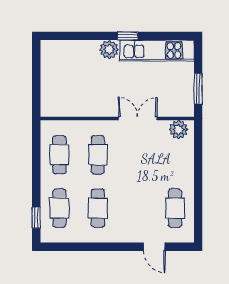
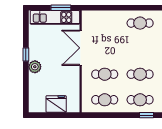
kitchen unit: (157, 50) -> (55, 17), moved, turned 90
fridge: (53, 82) -> (56, 104), added
double door: (138, 118) -> (81, 48), width x1.37
plant: (179, 129) -> (88, 21), removed

